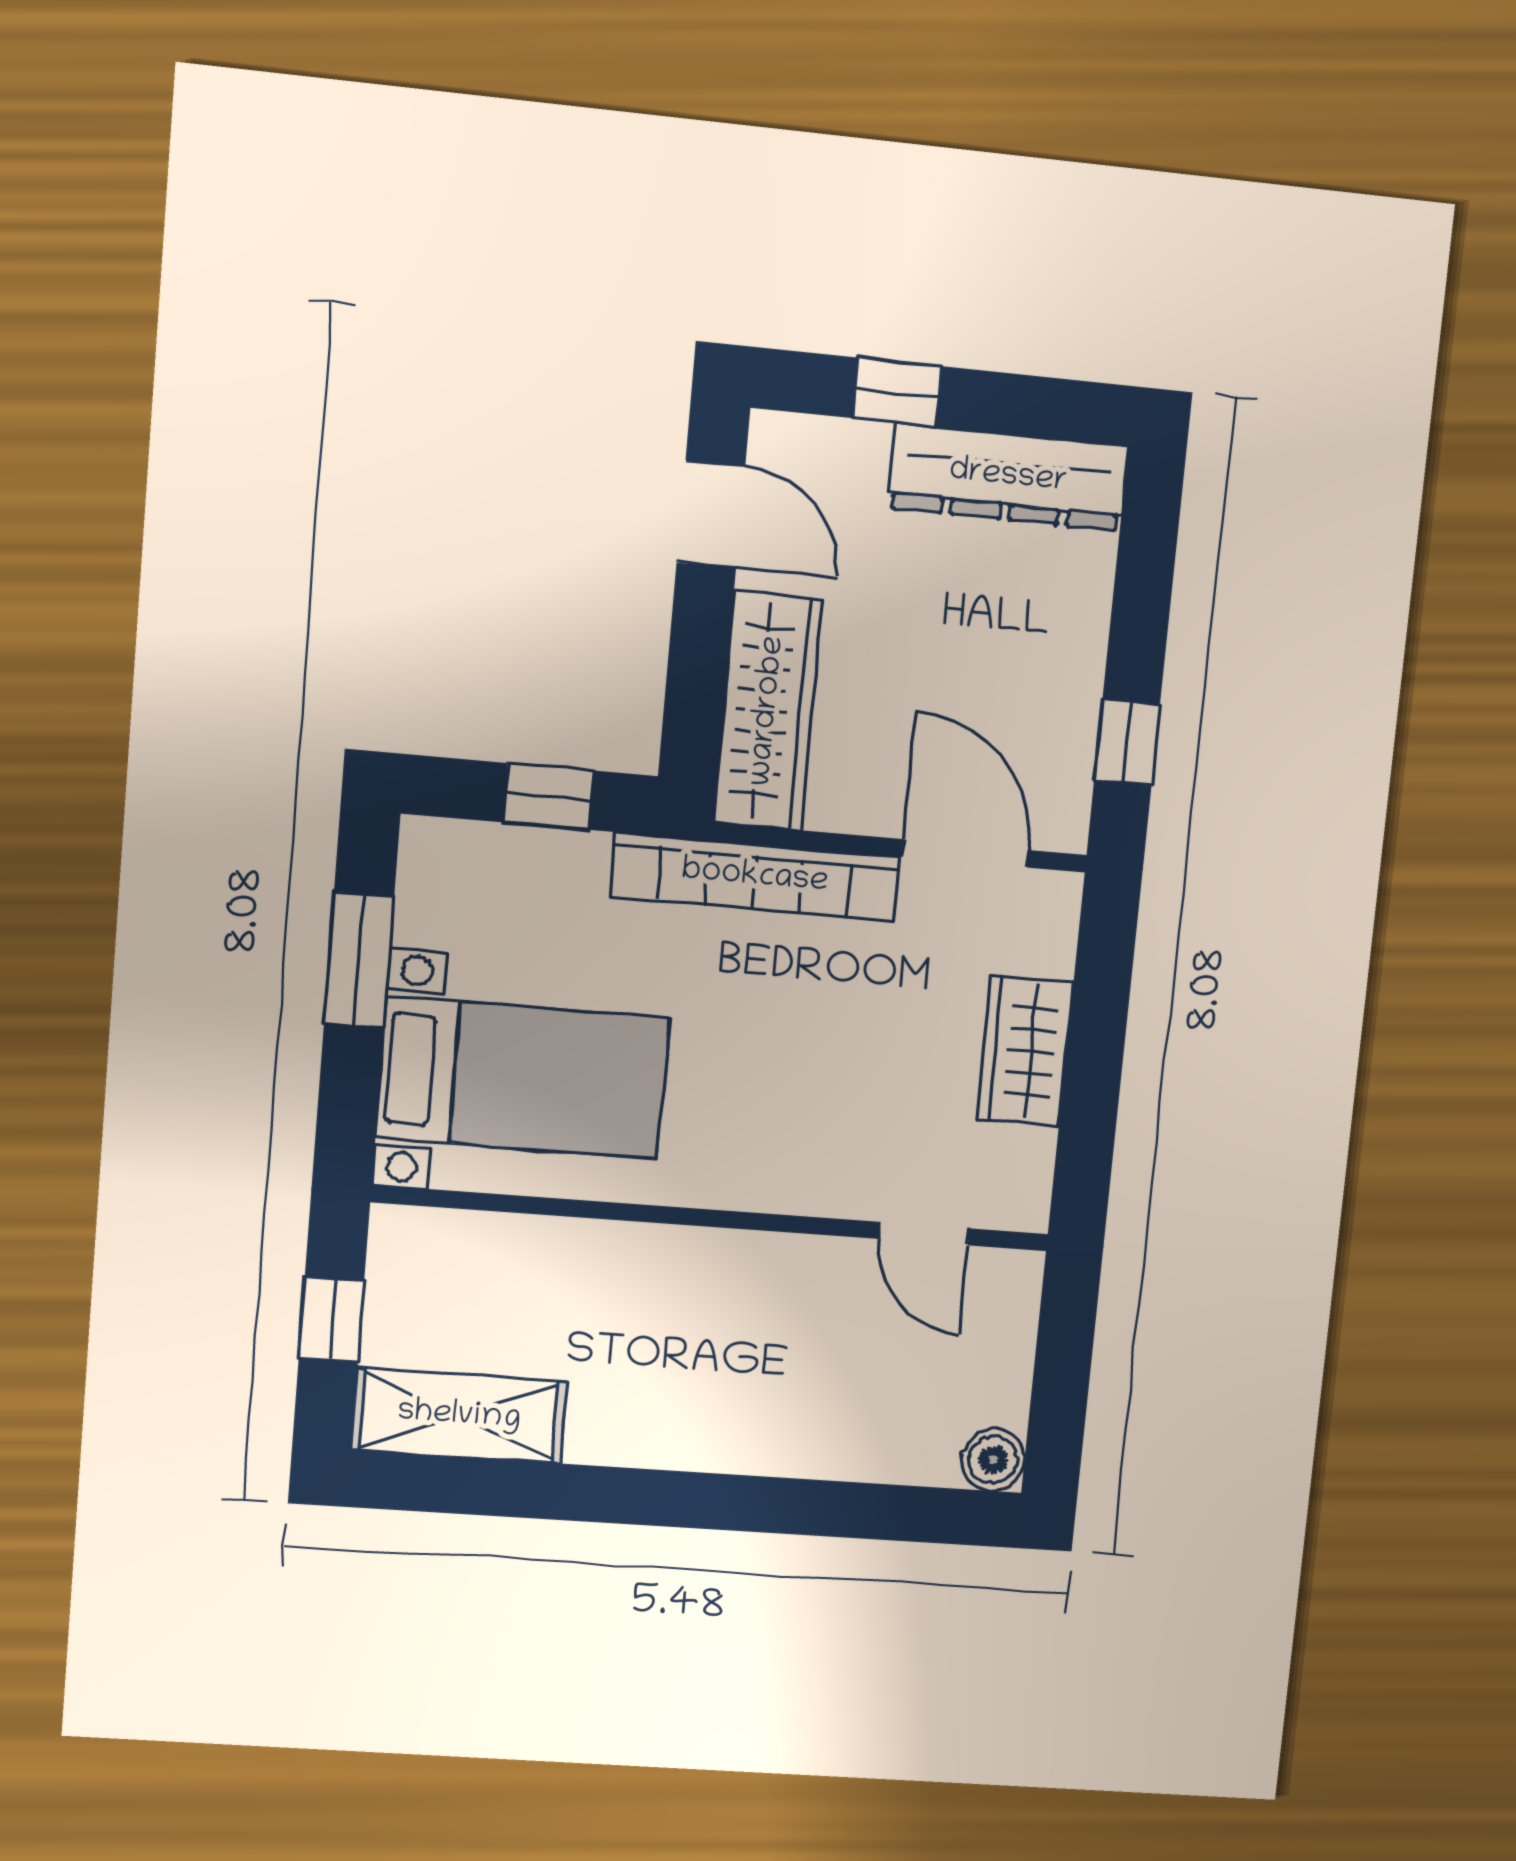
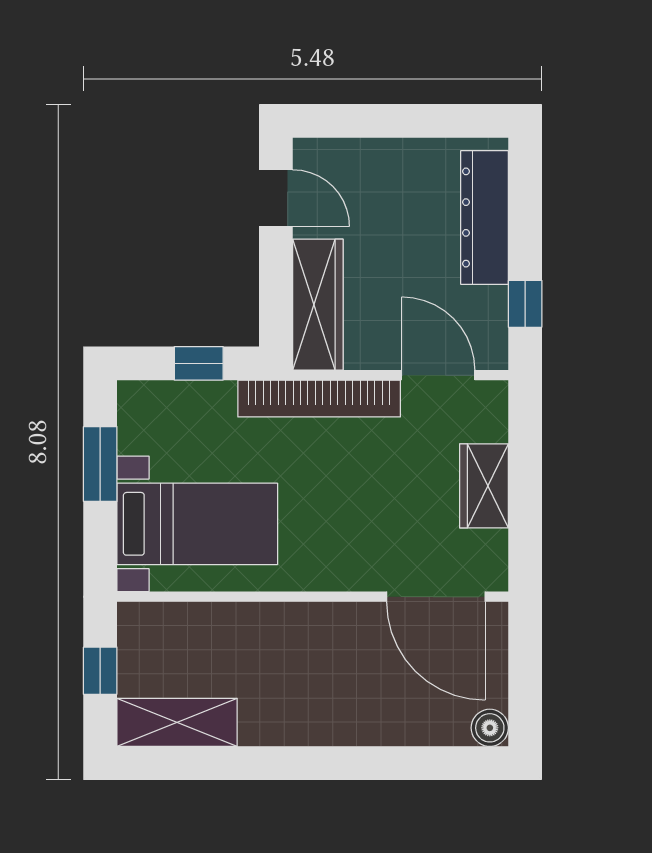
window: (897, 392) -> (374, 121), removed
dresser: (1008, 477) -> (485, 217), moved, turned 90
door: (924, 1234) -> (436, 597), width x1.88

